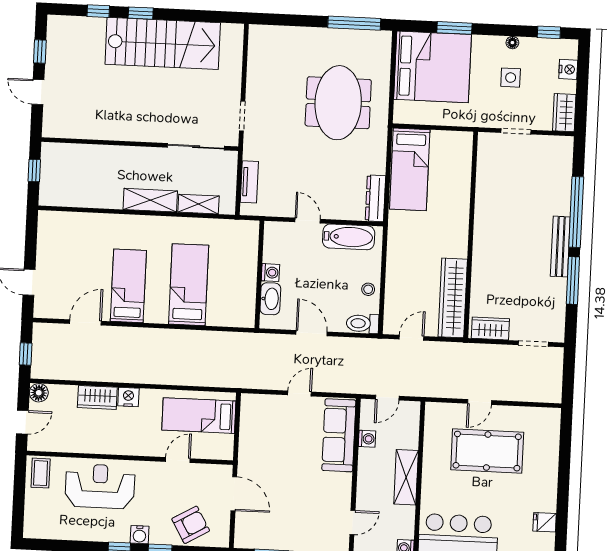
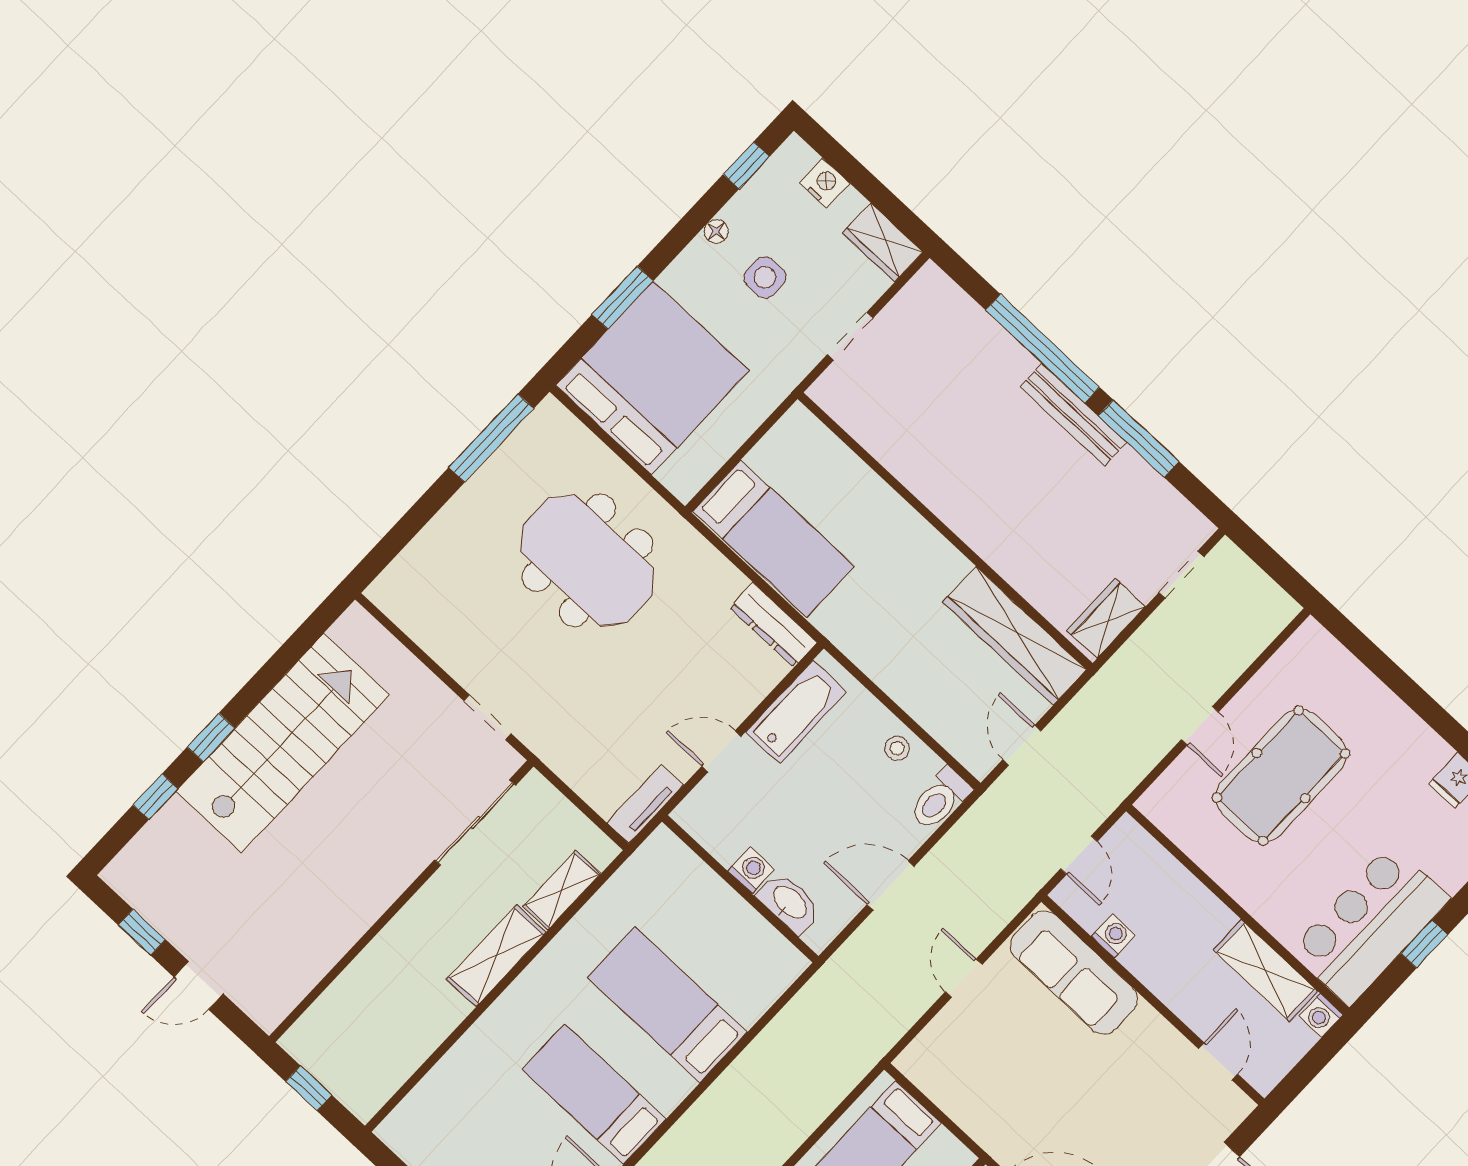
tv unit: (249, 182) -> (645, 804), moved, turned -90
shelving: (406, 477) -> (1266, 971), moved

